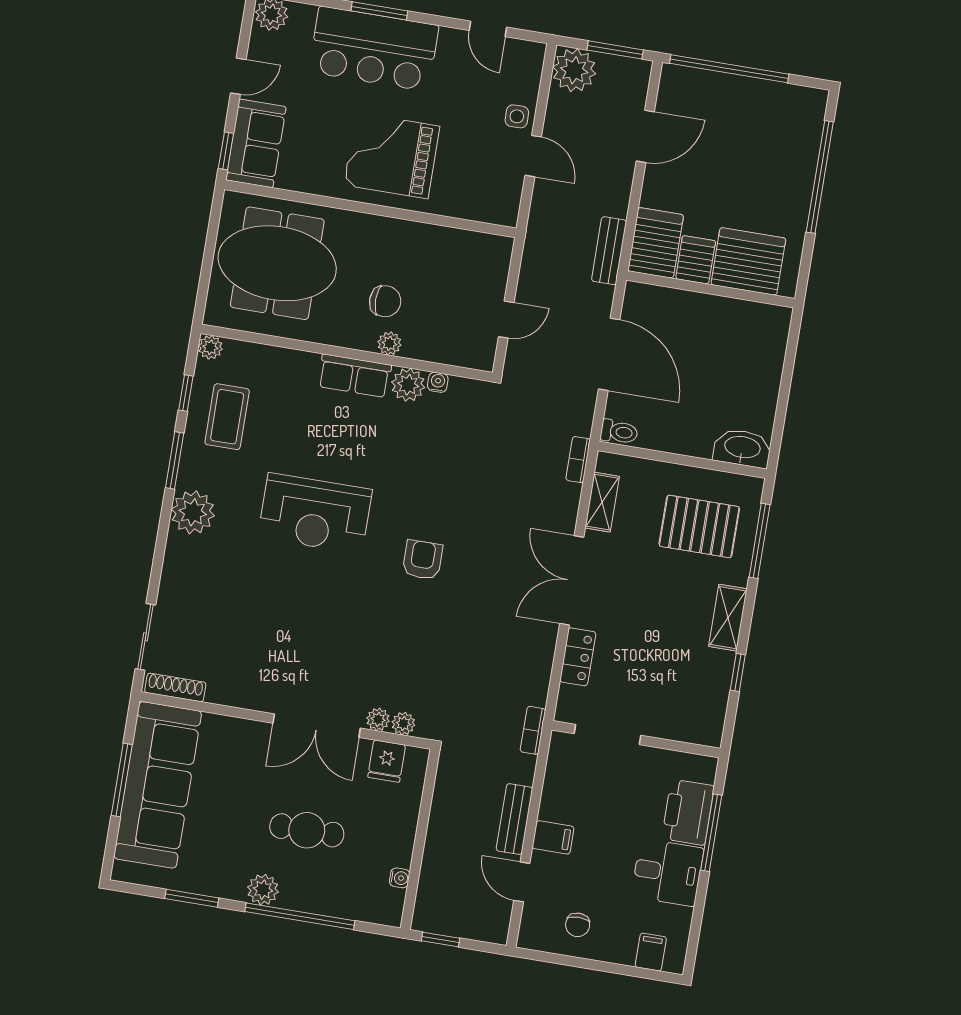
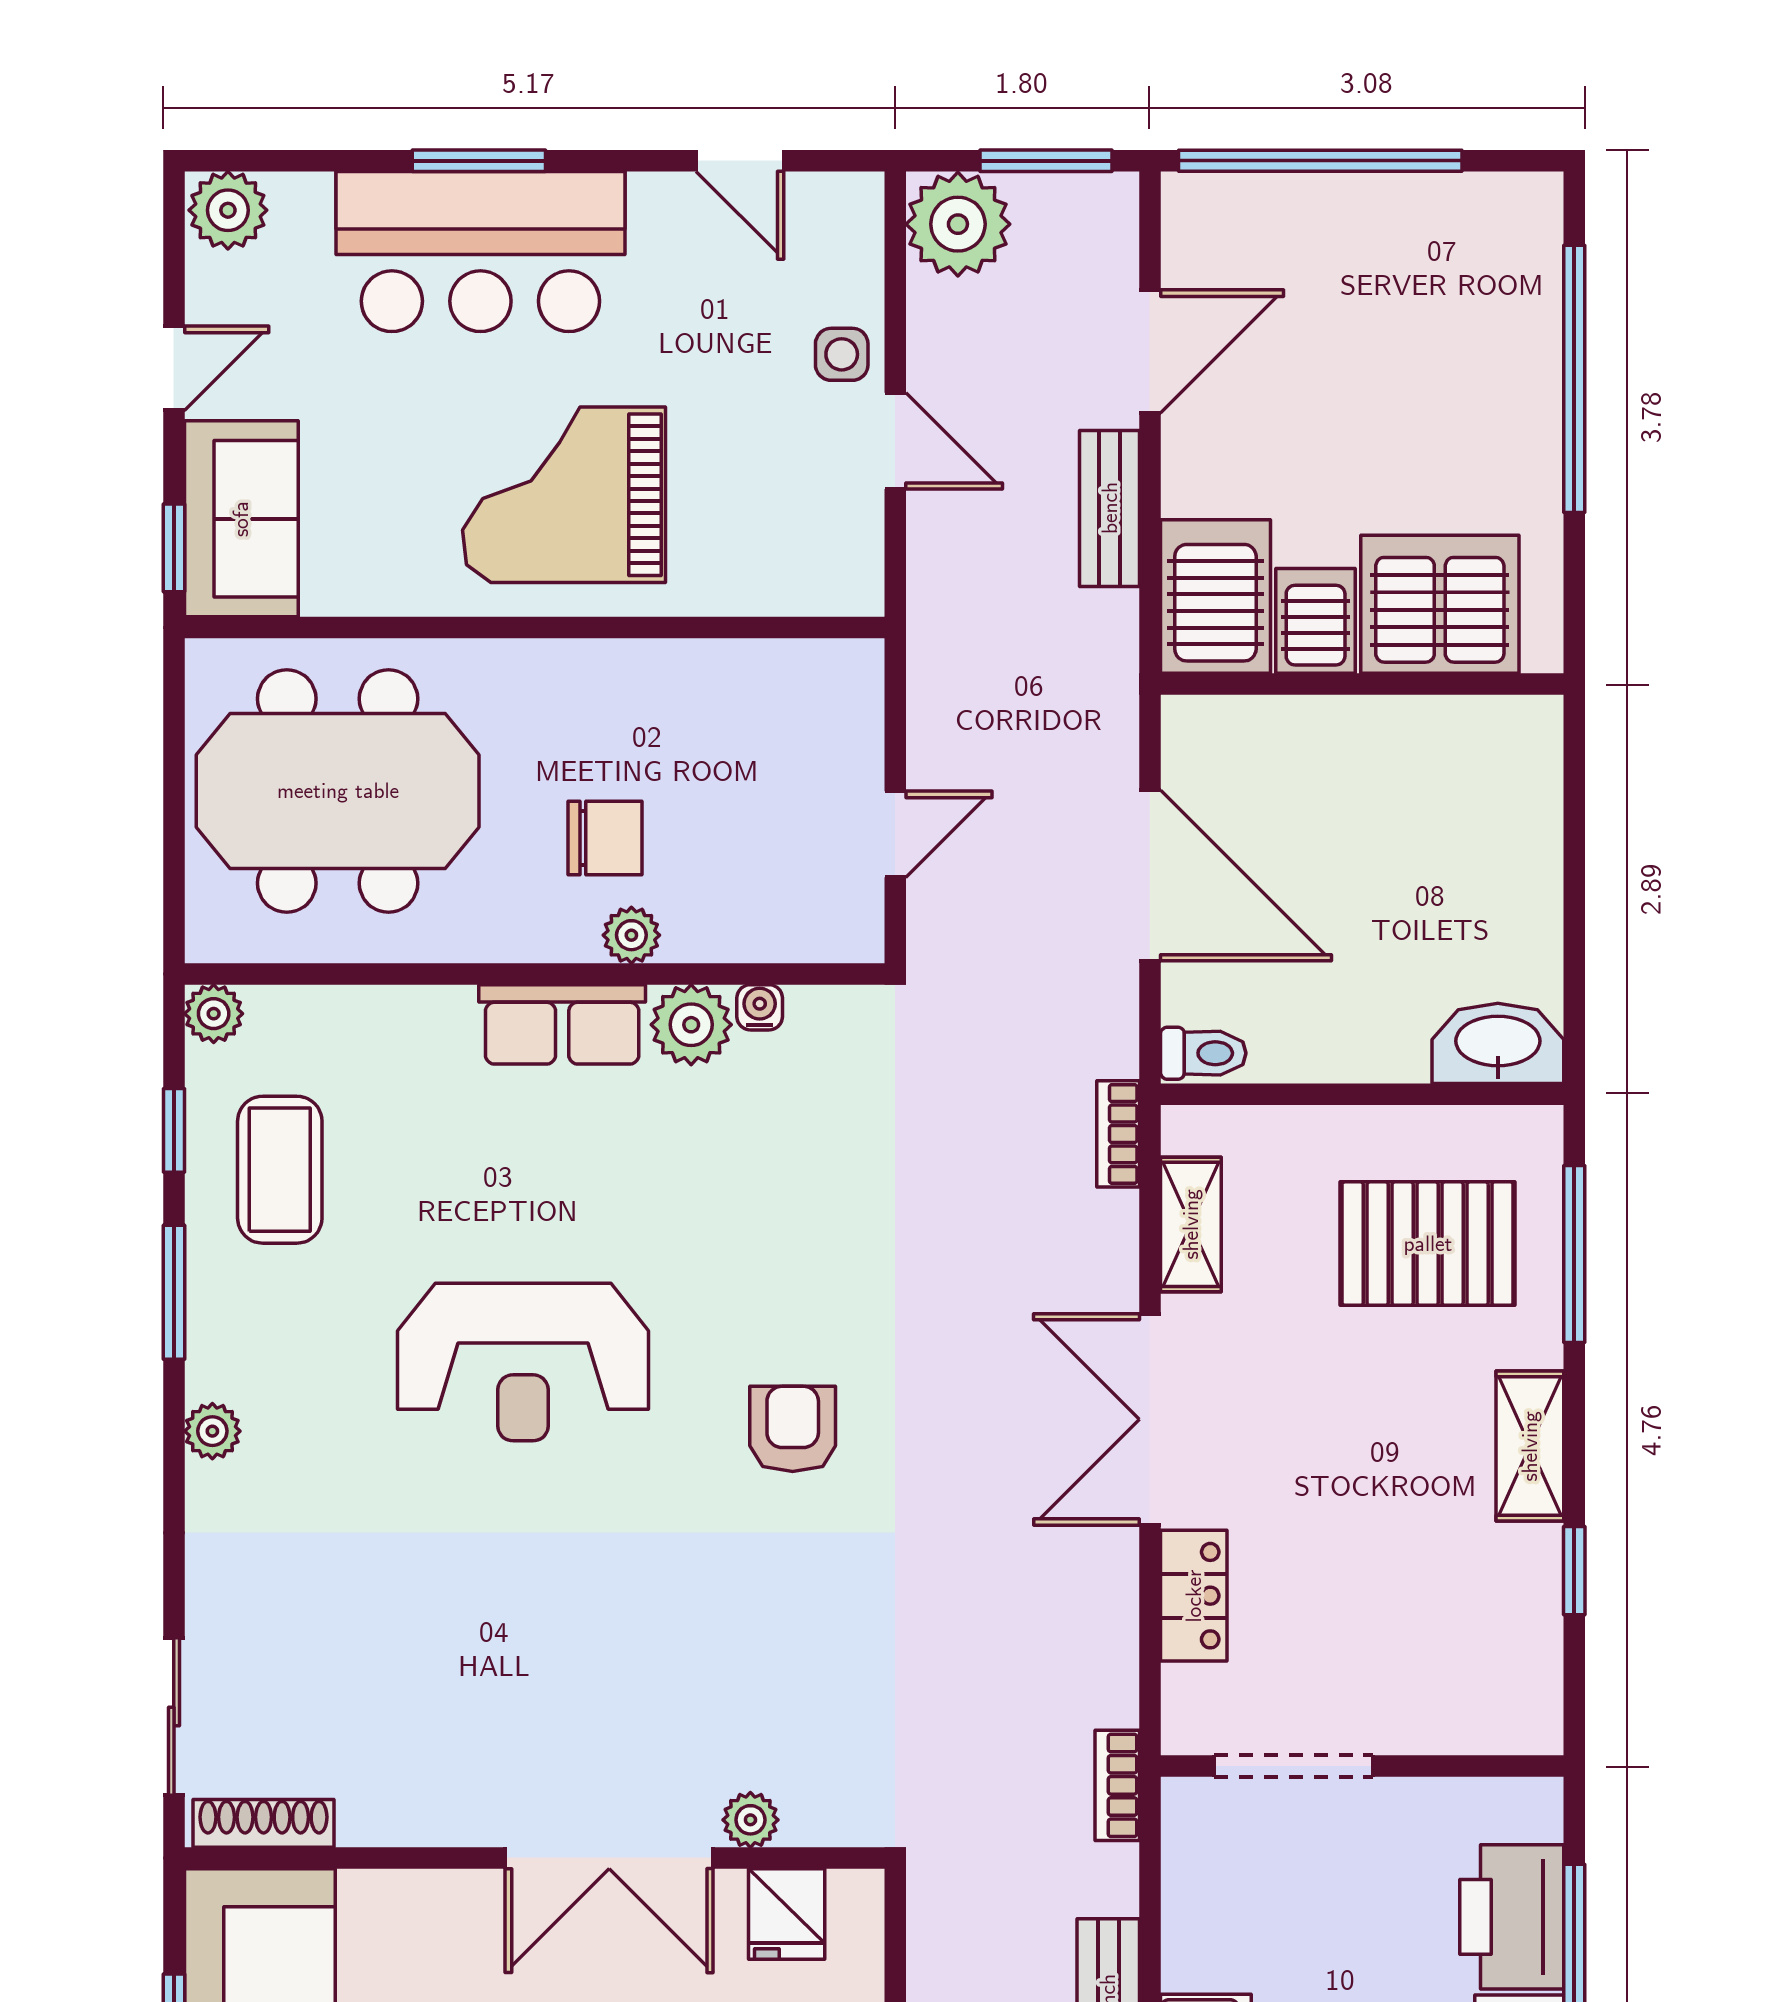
bench: (609, 251) -> (1110, 508), moved
plant: (193, 512) -> (212, 1431), width x0.53, depth x0.53
plant: (403, 724) -> (811, 1820), removed

